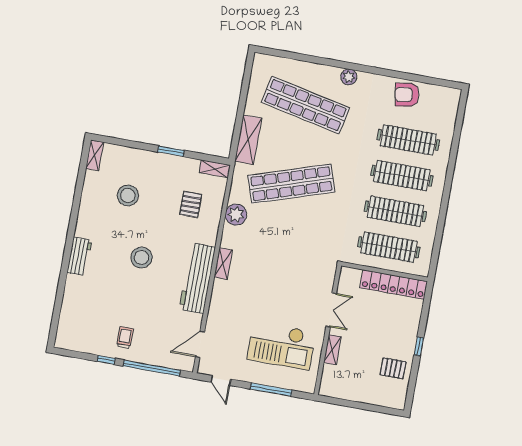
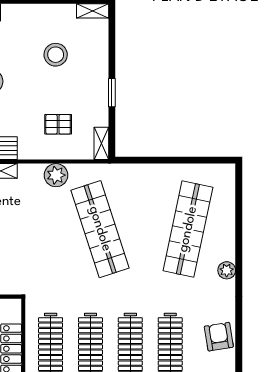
shelving: (248, 140) -> (139, 174), removed

